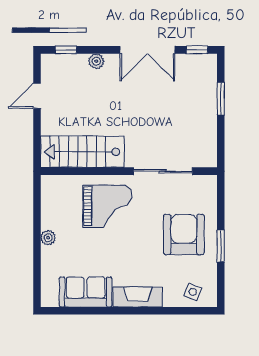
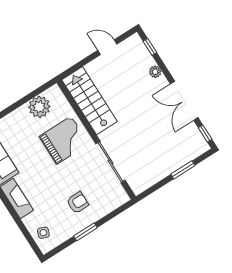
grand piano: (107, 206) -> (64, 140), turned -90
armchair: (184, 234) -> (78, 203), width x0.53, depth x0.53
plant: (48, 238) -> (39, 107), moved, width x1.87, depth x1.87

